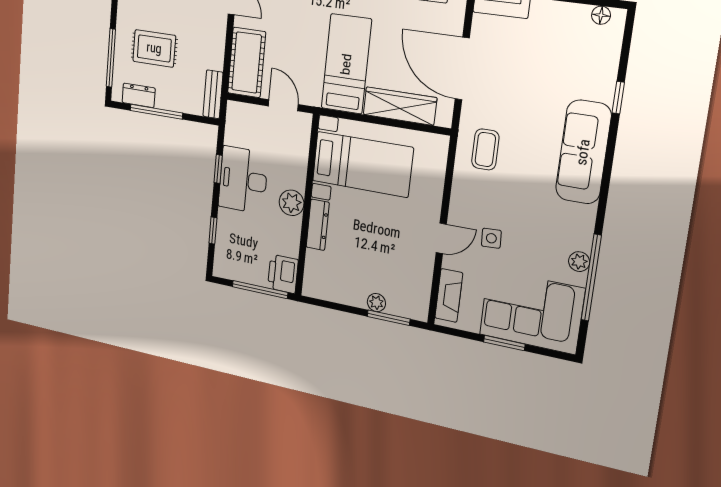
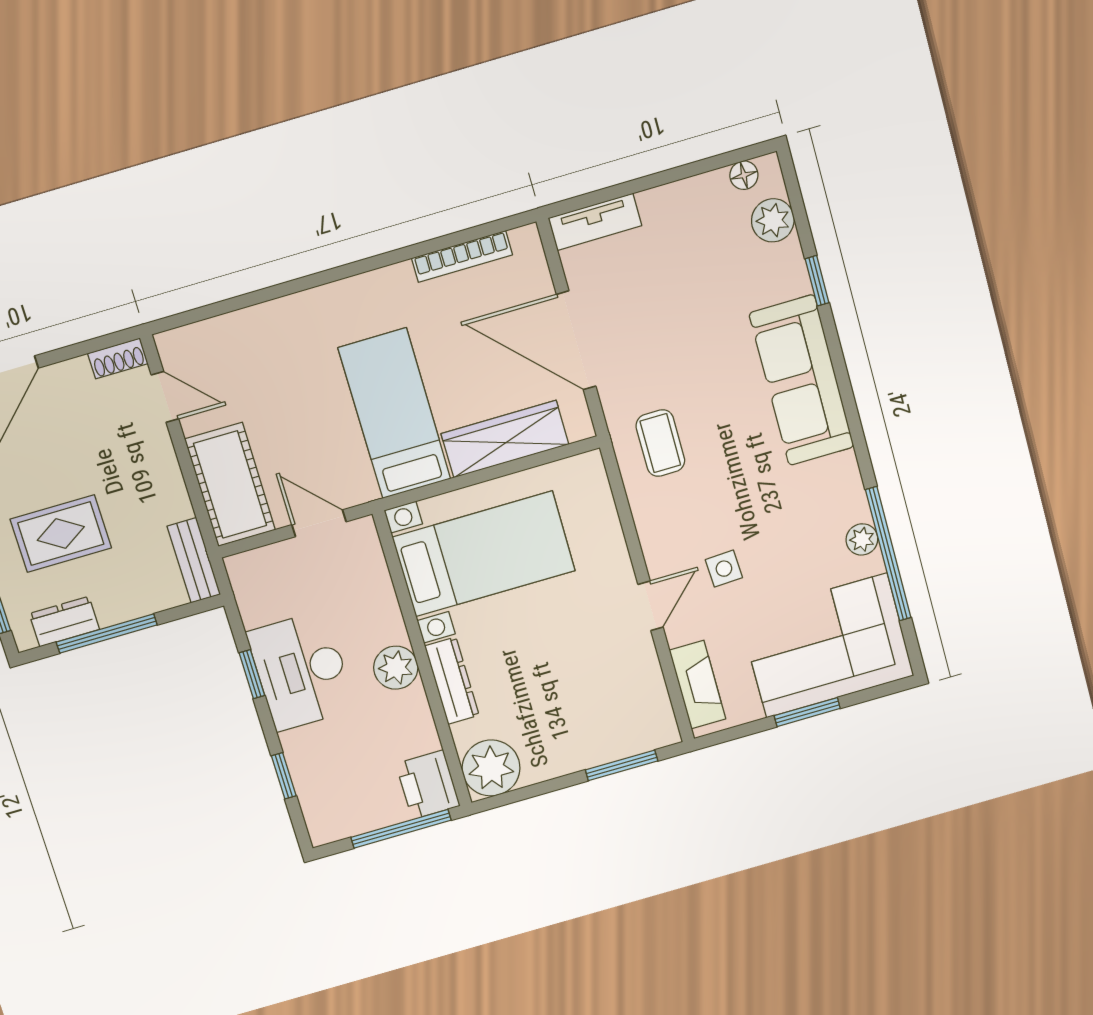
plant: (607, 50) -> (773, 220), added
plant: (376, 303) -> (491, 768), moved, width x1.88, depth x1.88

